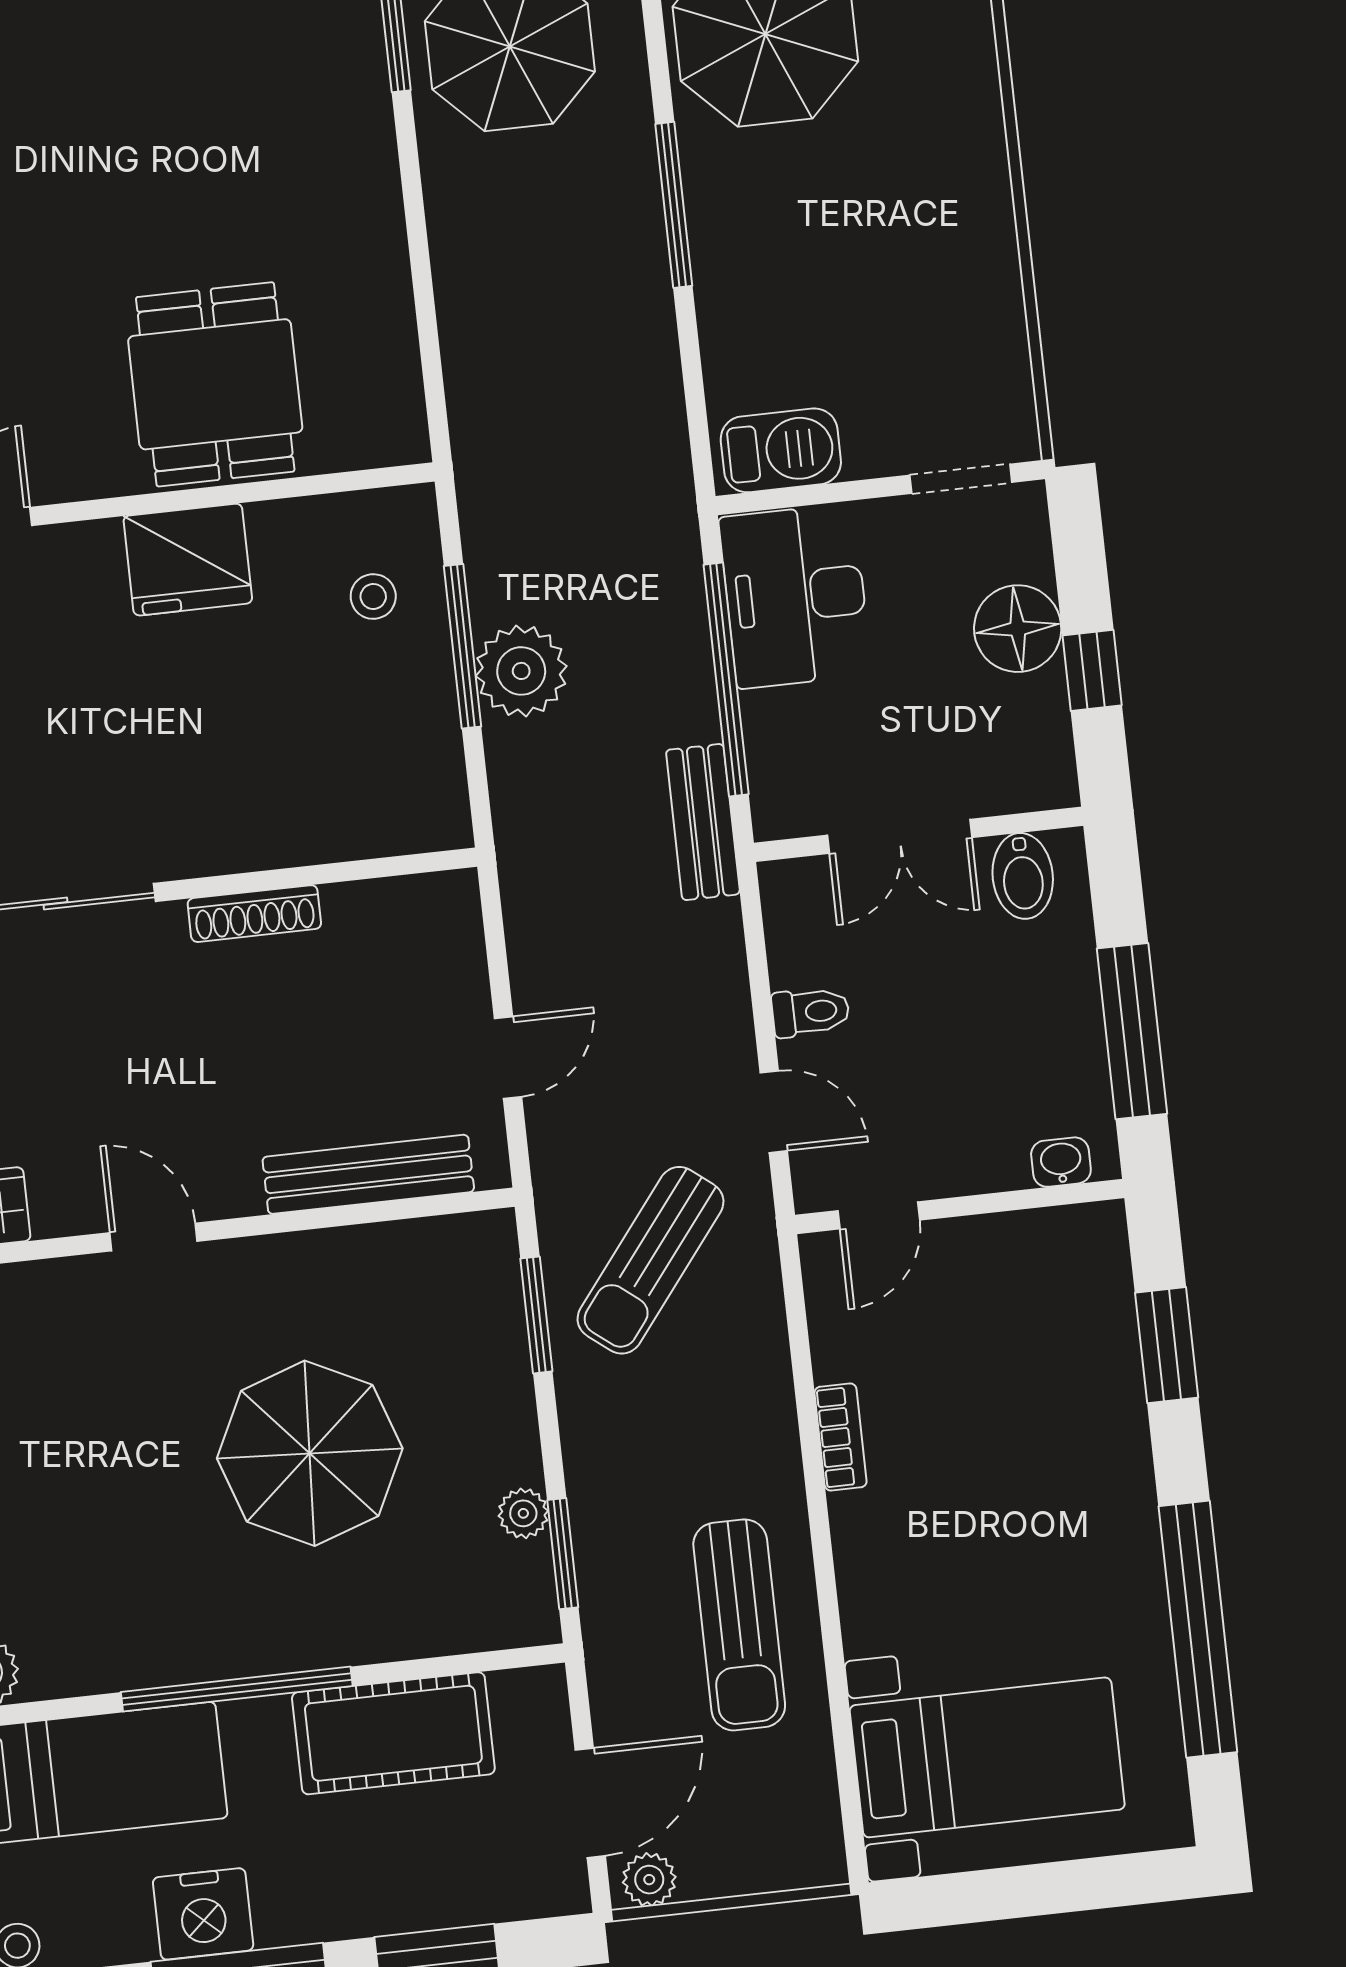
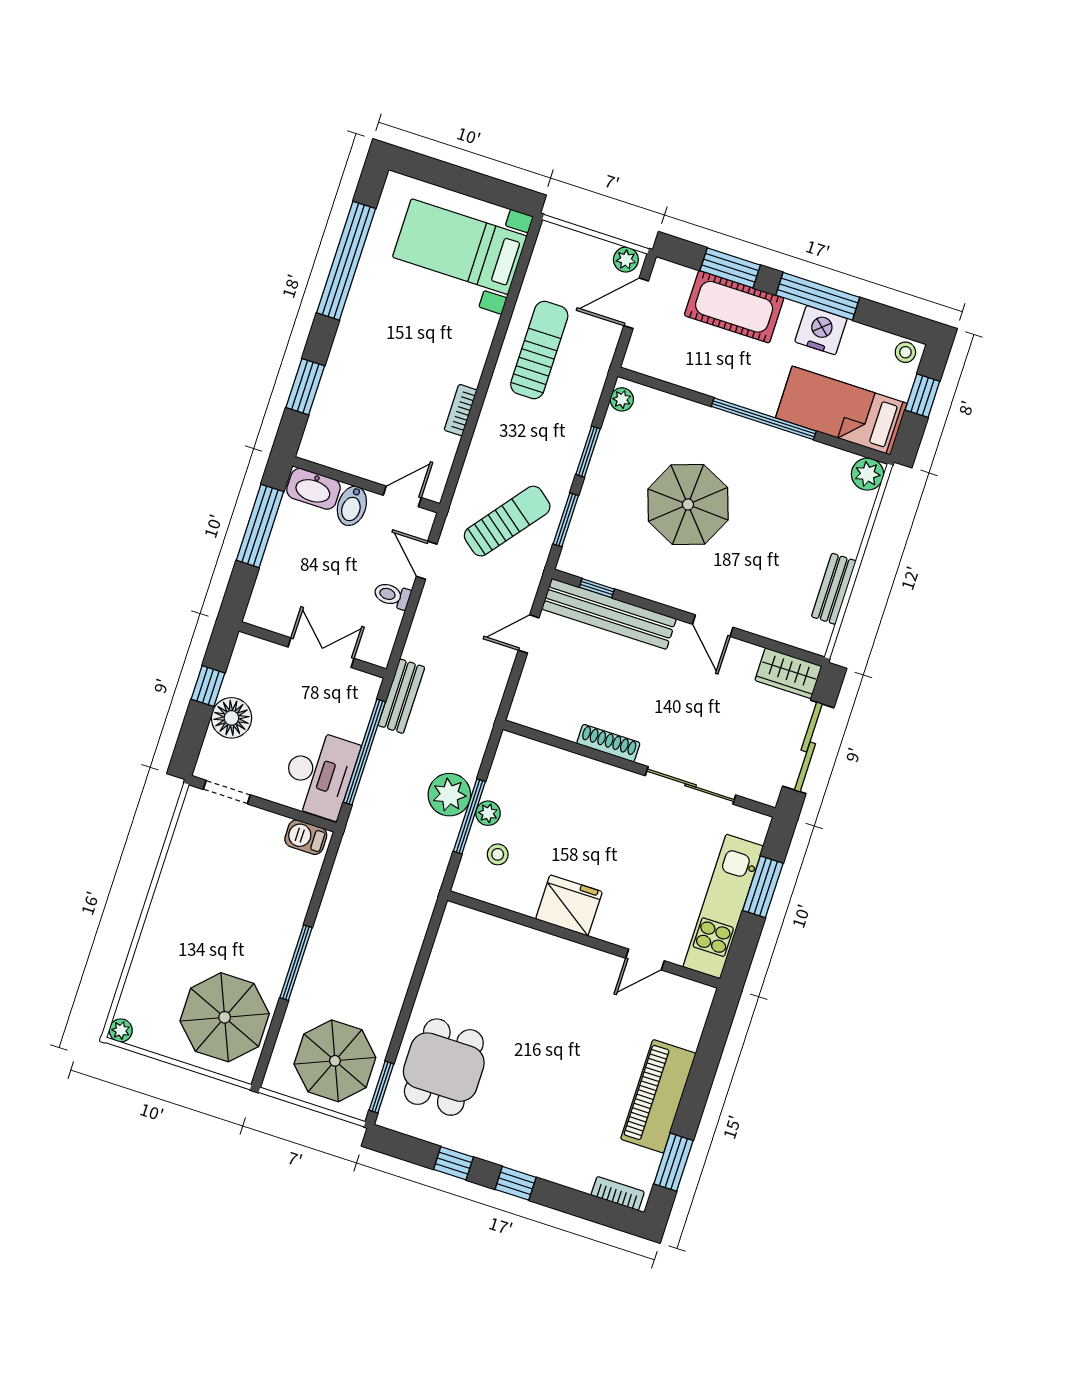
dining table: (215, 384) -> (444, 1067), moved
barbecue: (781, 450) -> (306, 837), width x0.73, depth x0.79
plant: (429, 669) -> (488, 813), added
bidet: (1023, 876) -> (352, 506), moved, turned 180
washbasin: (1061, 1162) -> (313, 489), width x1.91, depth x1.45
bench: (368, 1174) -> (609, 614), width x1.37, depth x1.21
window: (414, 1208) -> (597, 588), added
plant: (523, 1513) -> (622, 399), moved
window: (563, 1554) -> (588, 452), moved
cot: (393, 1733) -> (734, 307), moved

